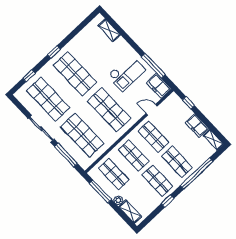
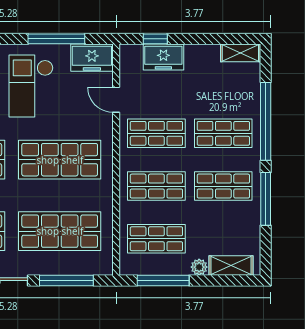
checkout: (127, 73) -> (31, 86), turned 180
door: (152, 110) -> (116, 100), hinge flipped
freezer: (197, 126) -> (163, 57), moved
window: (168, 201) -> (266, 199), width x2.17

